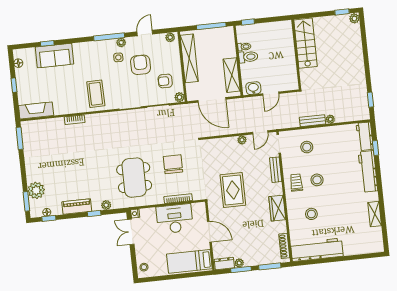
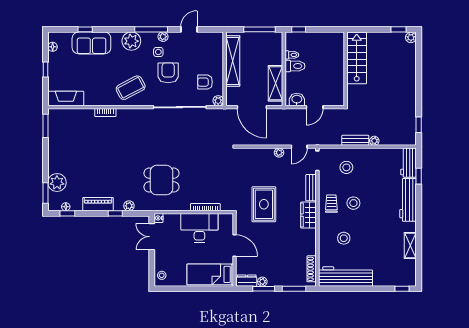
plant: (170, 37) -> (131, 41), moved, width x1.88, depth x1.88
armchair: (141, 65) -> (168, 73), moved
coffee table: (96, 94) -> (131, 88), turned 63
chair: (173, 164) -> (204, 170), removed
dining table: (134, 178) -> (161, 180), width x0.73
wardrobe: (277, 208) -> (308, 215), moved
window: (371, 256) -> (402, 289), added

